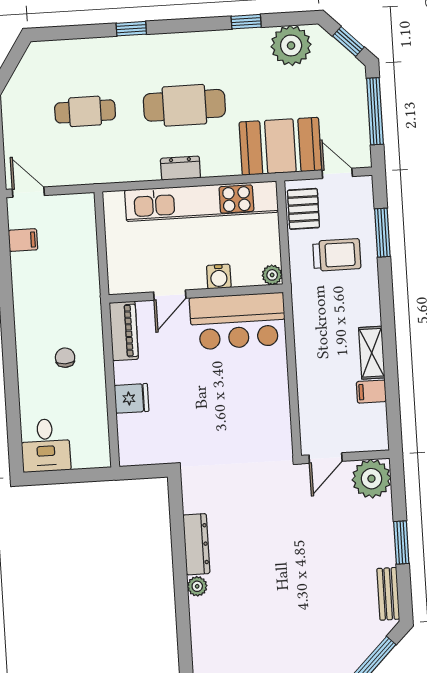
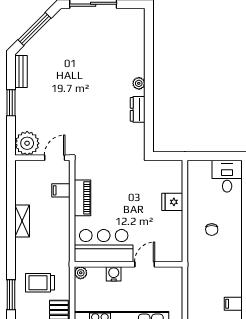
piano: (124, 331) -> (83, 198), moved, turned 180
filing cabinet: (371, 392) -> (61, 190), moved, turned 180
dresser: (196, 544) -> (138, 109), width x0.70

